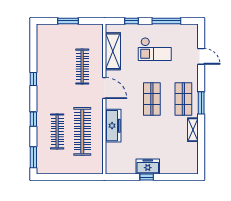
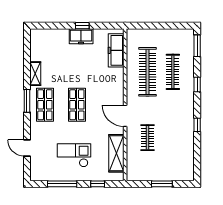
clothes rail: (82, 67) -> (147, 138), width x0.73
freezer: (113, 126) -> (116, 50), moved

